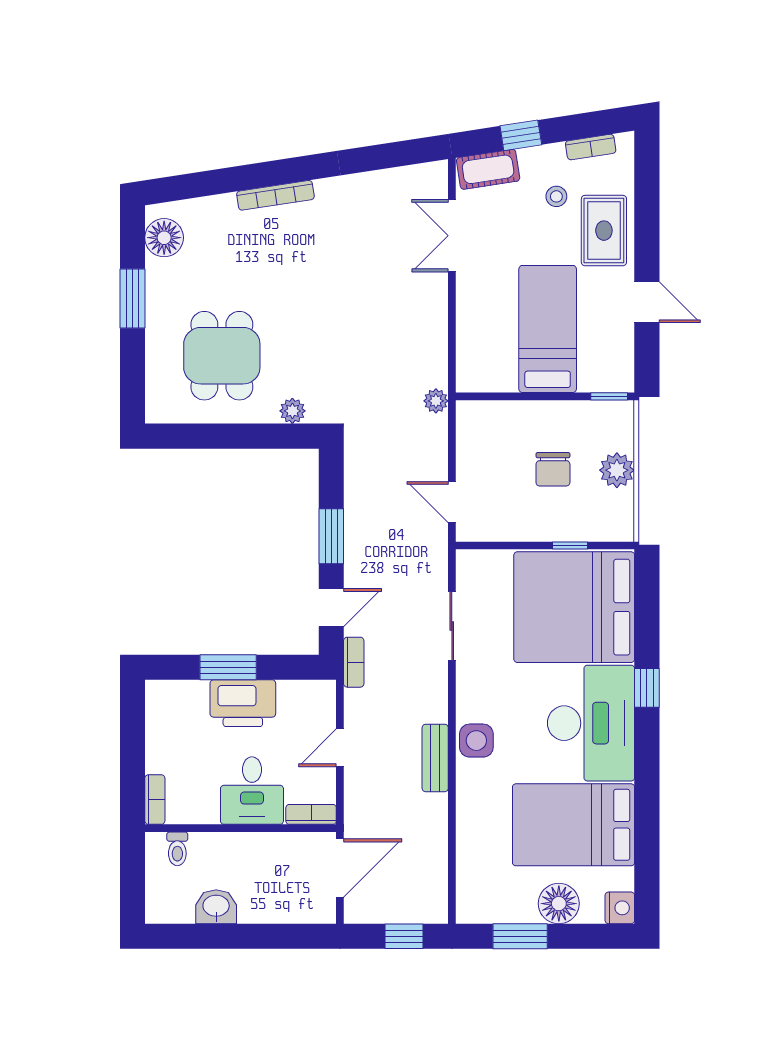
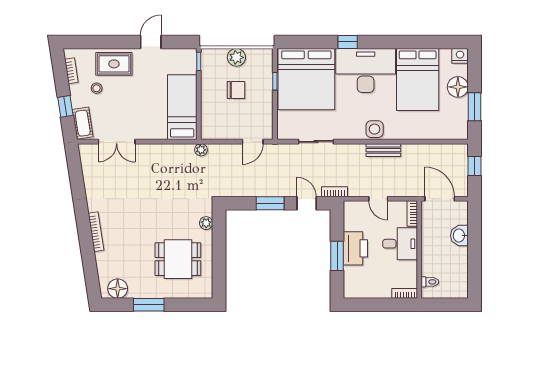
bed: (548, 329) -> (182, 107), moved, turned 90
washbasin: (216, 907) -> (459, 236), moved

